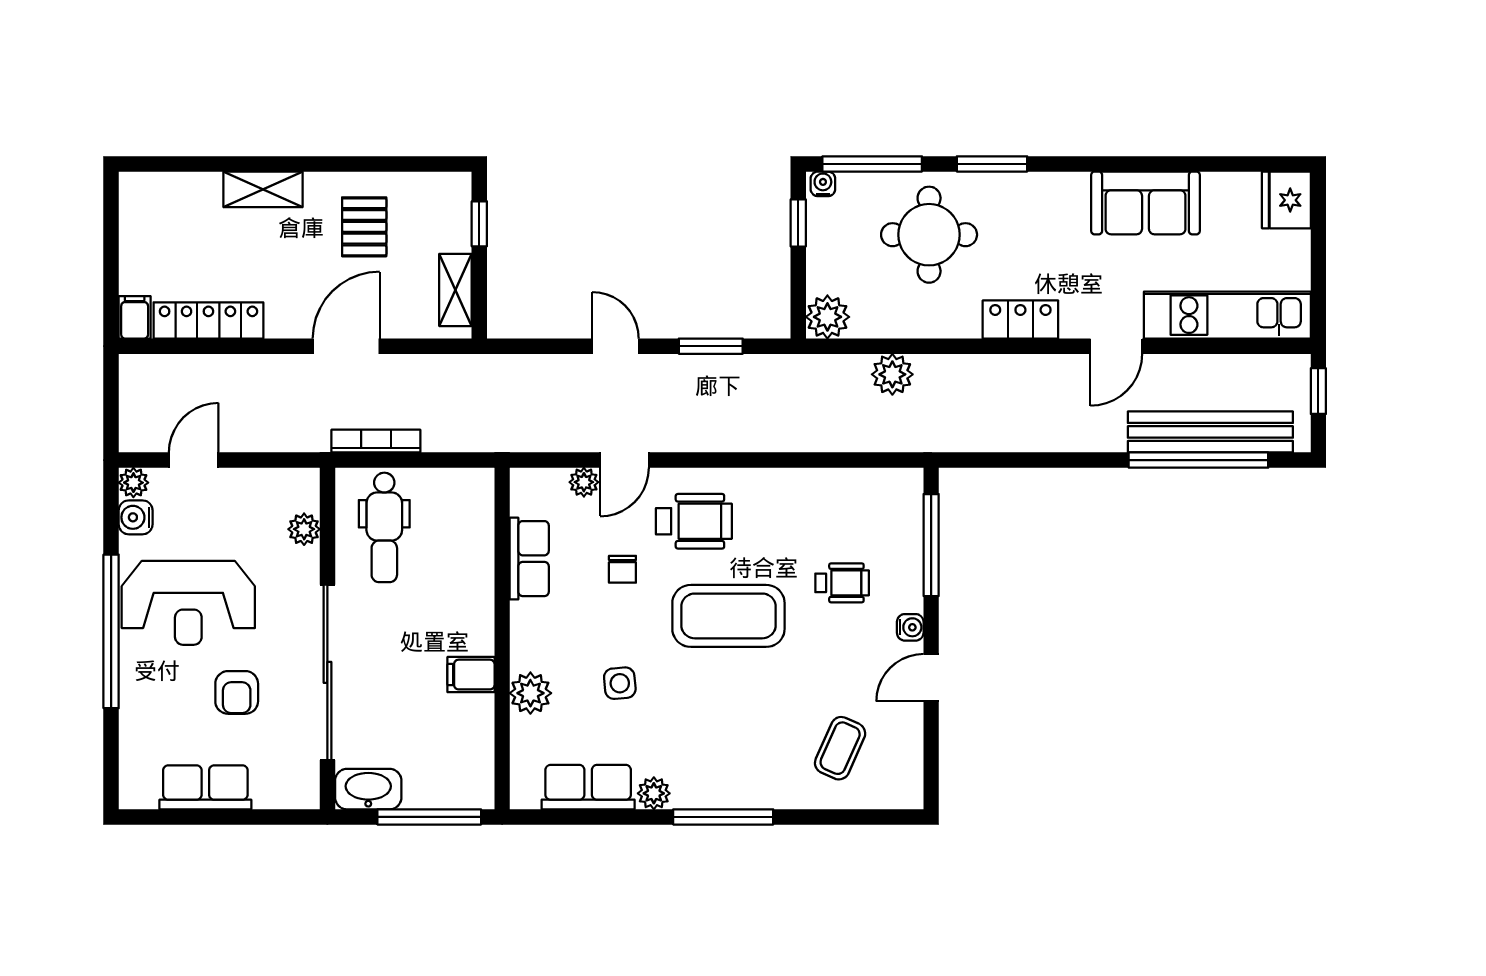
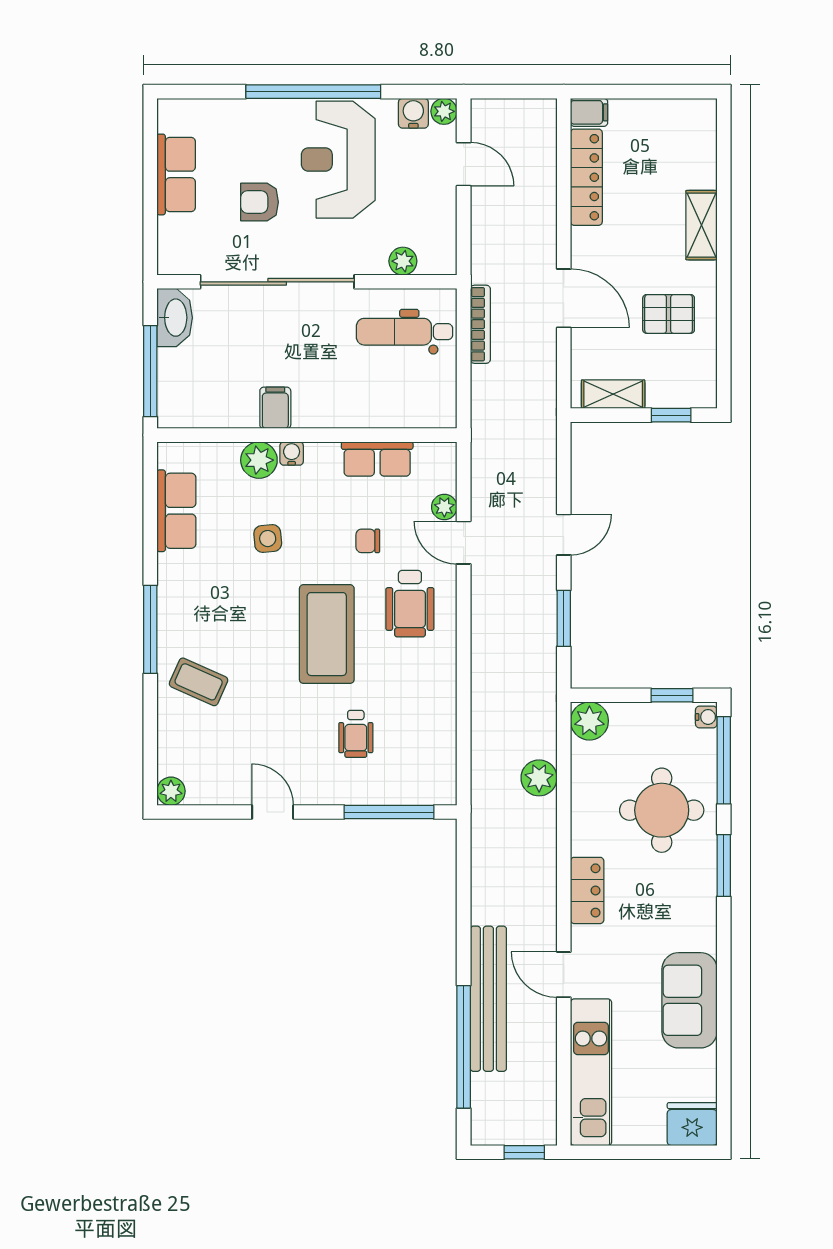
bench: (1210, 432) -> (488, 999), moved
water cooler: (910, 627) -> (292, 454), moved, turned 180
coffee table: (840, 748) -> (199, 682), moved
plant: (654, 793) -> (171, 791), moved

